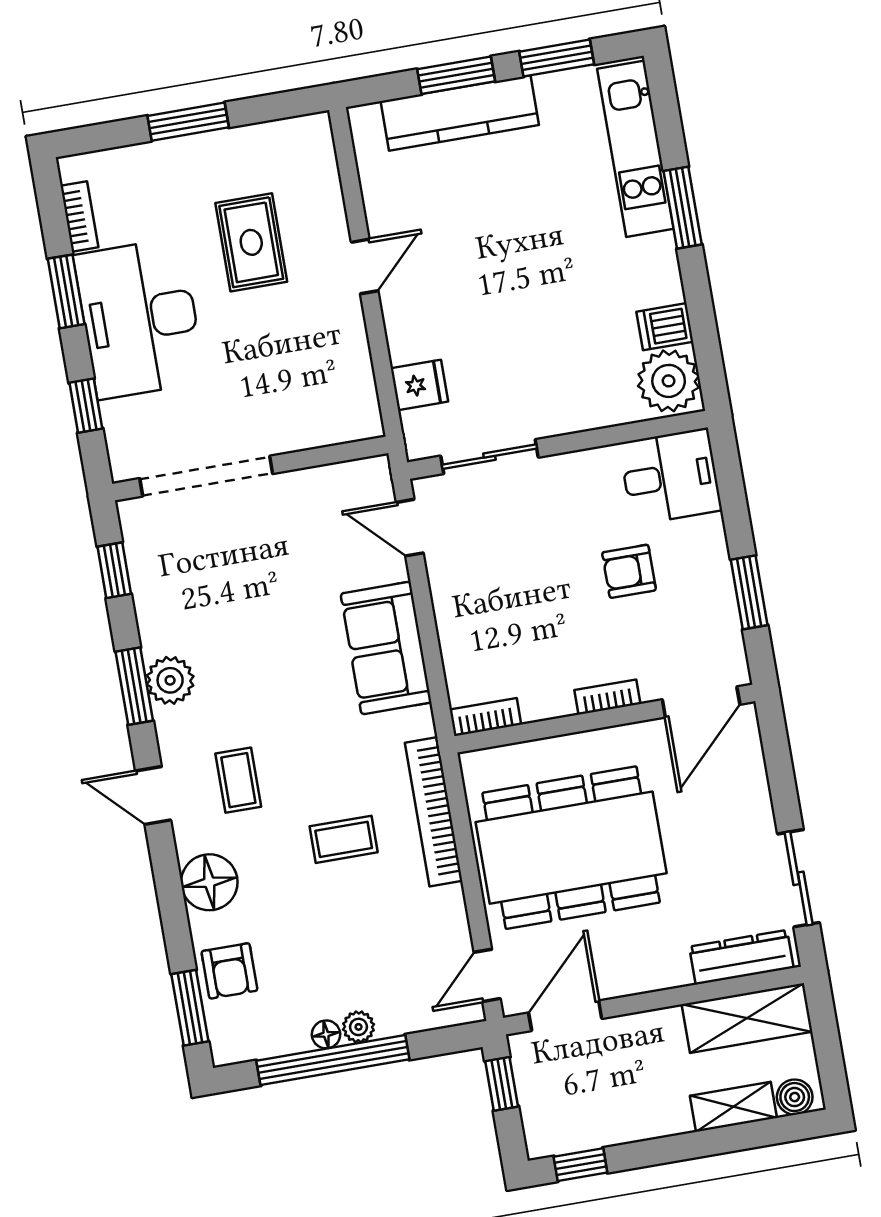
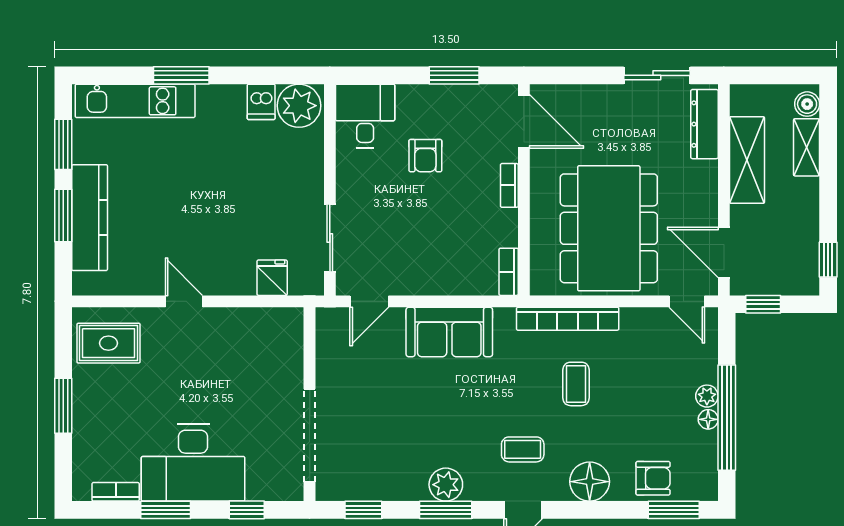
rug: (251, 242) -> (108, 343), moved
shelving: (747, 1018) -> (747, 160), moved

